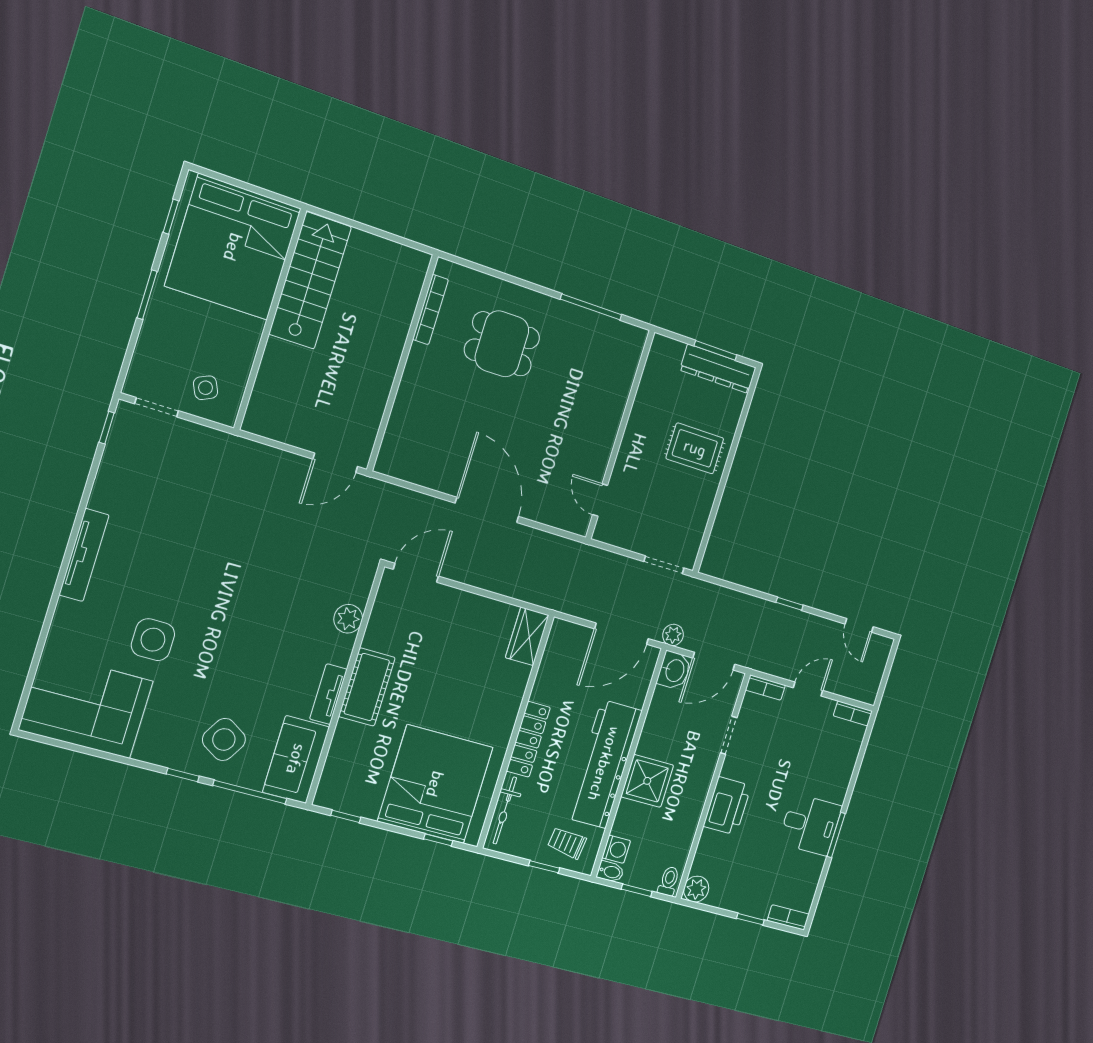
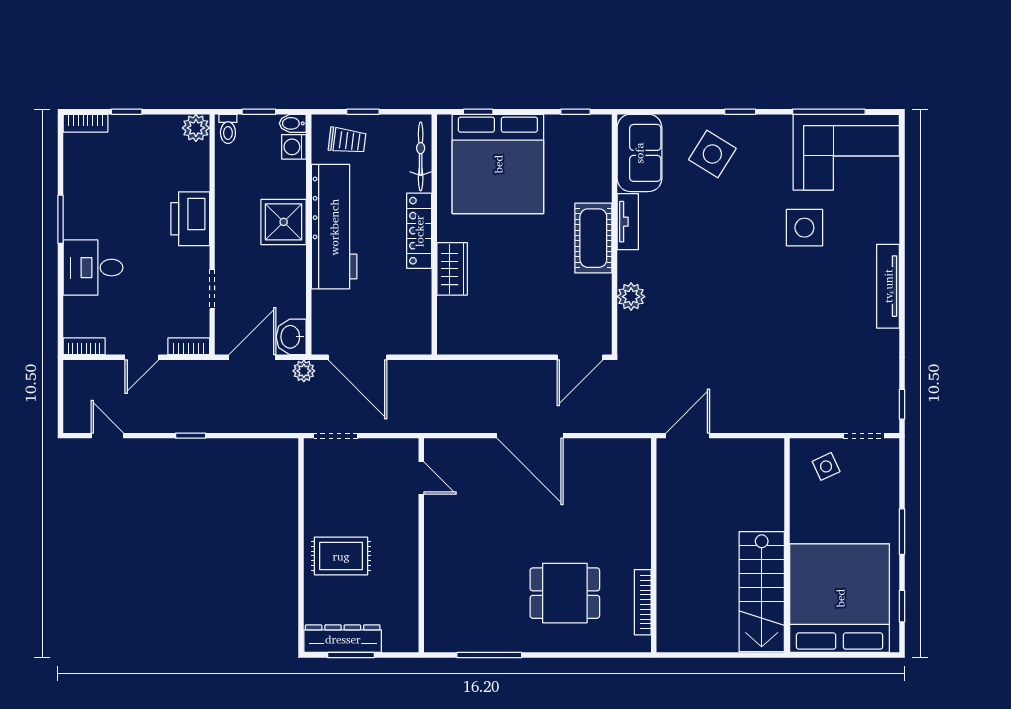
door: (621, 634) -> (357, 357), swing flipped
wardrobe: (527, 636) -> (452, 269), moved
window: (250, 792) -> (829, 112), moved
desk: (810, 825) -> (93, 268), moved

